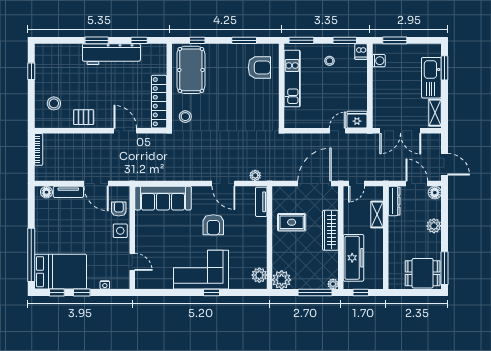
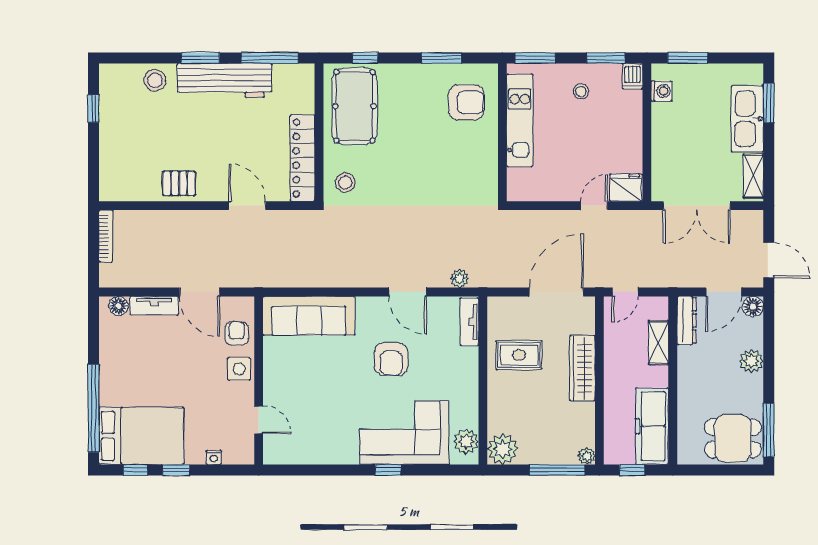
window: (139, 40) -> (270, 58), width x2.17
stool: (54, 103) -> (155, 80), moved
door: (417, 184) -> (724, 292), swing flipped
freezer: (354, 258) -> (652, 426), moved, turned 180
corner sofa: (201, 270) -> (404, 433), moved

